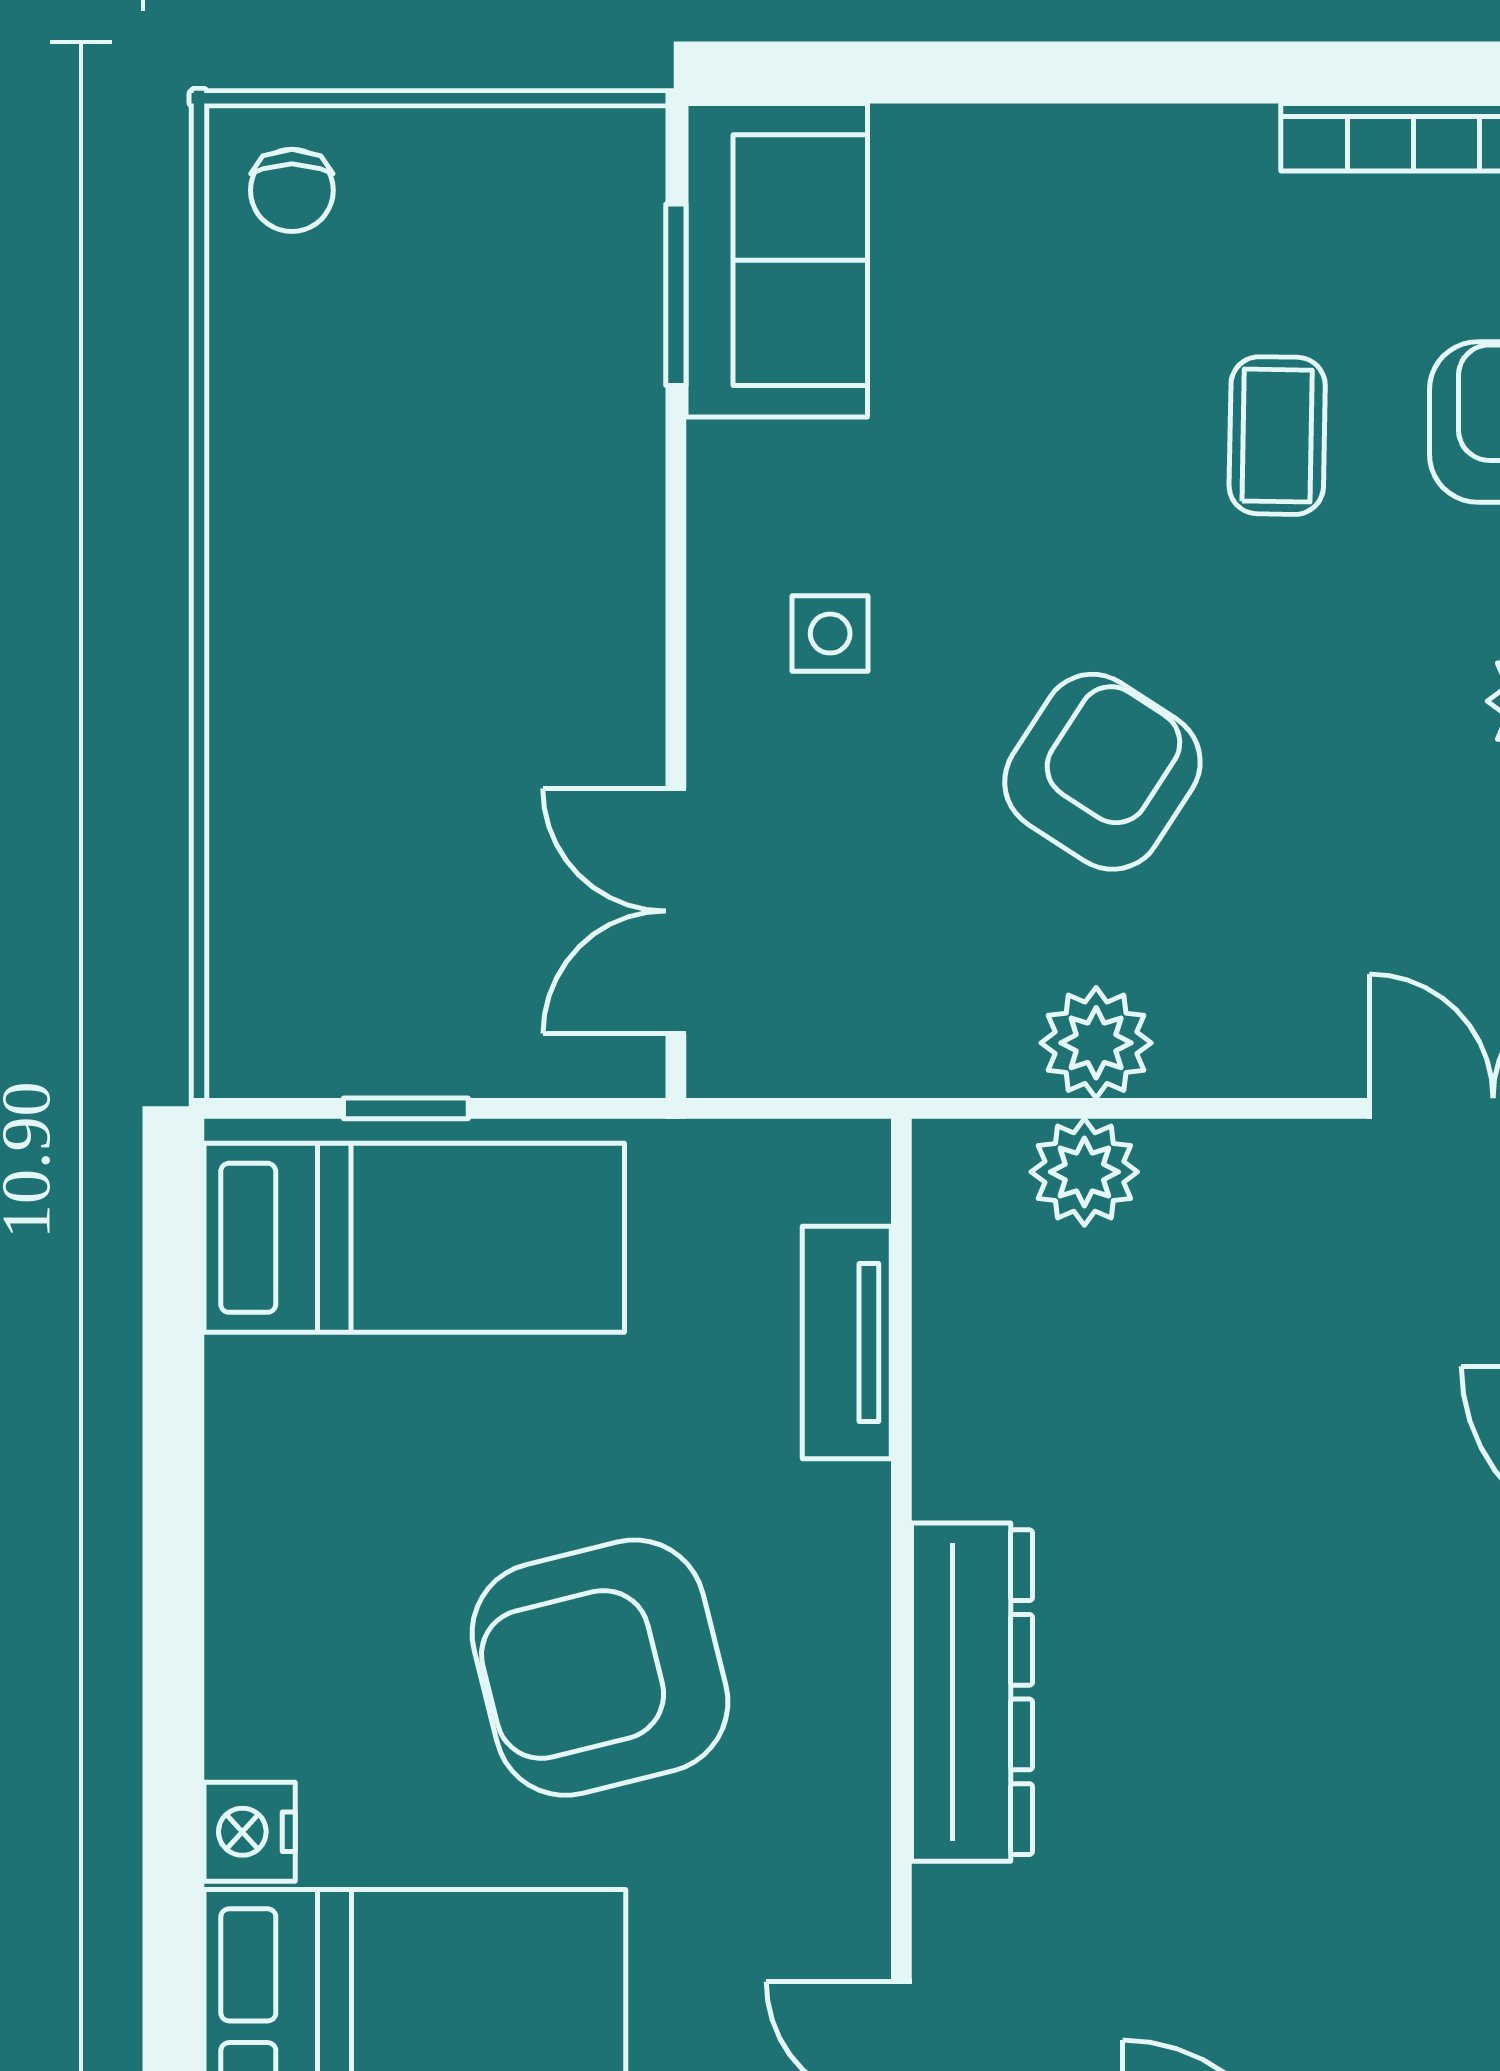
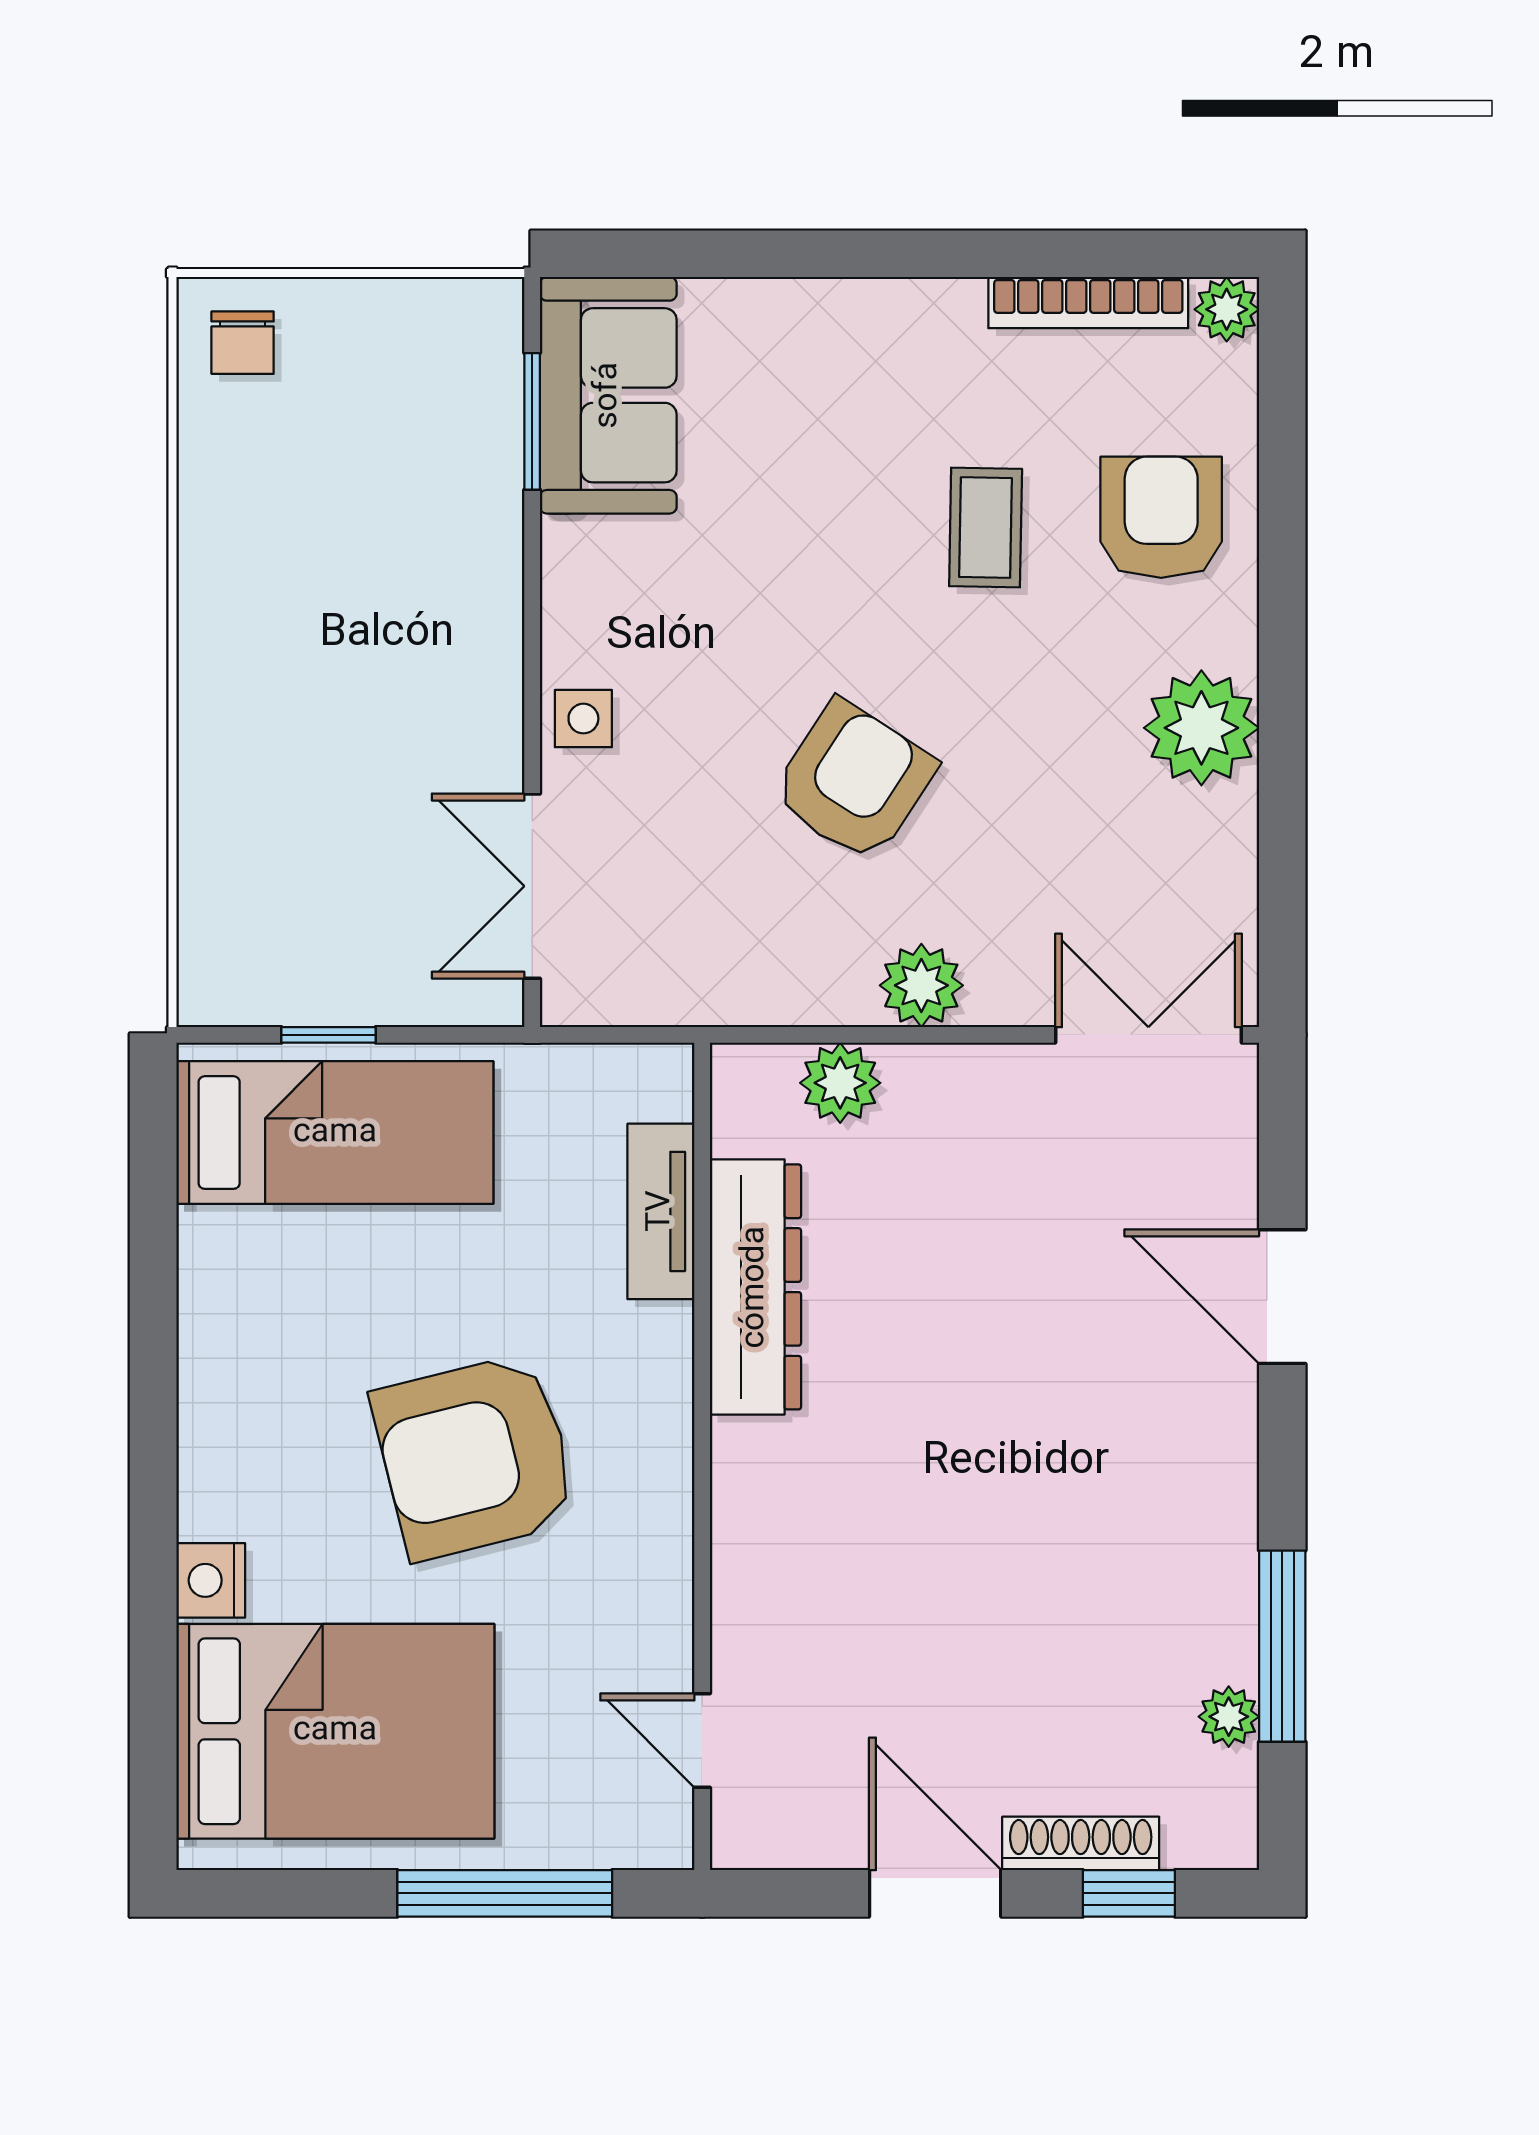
side table: (830, 634) -> (583, 719), moved
plant: (1096, 1043) -> (921, 985), moved
dresser: (972, 1692) -> (755, 1287), moved

